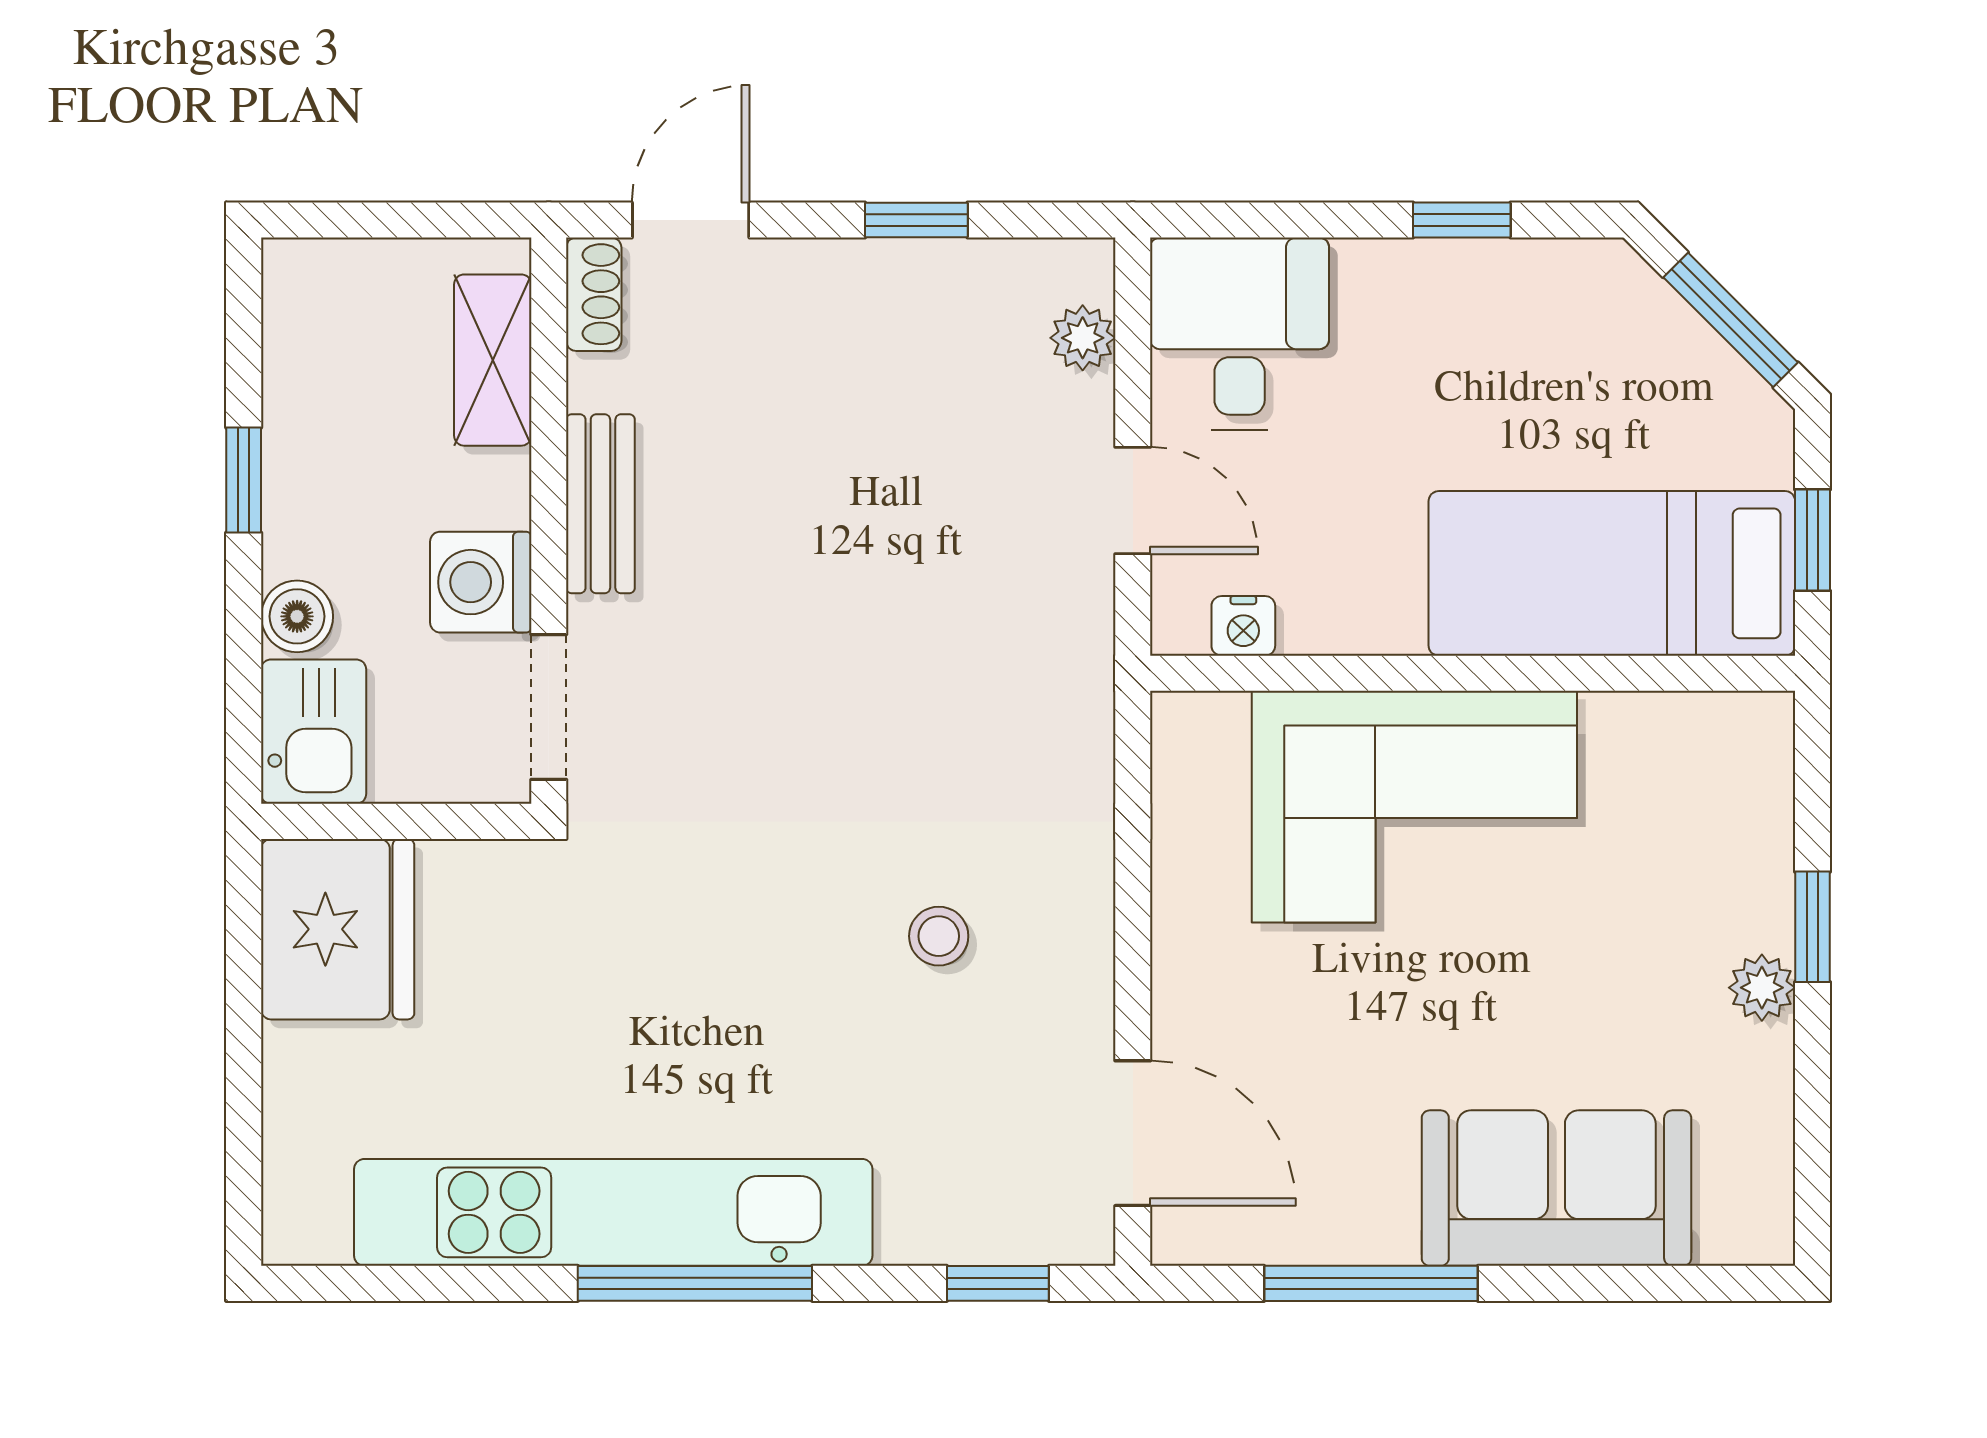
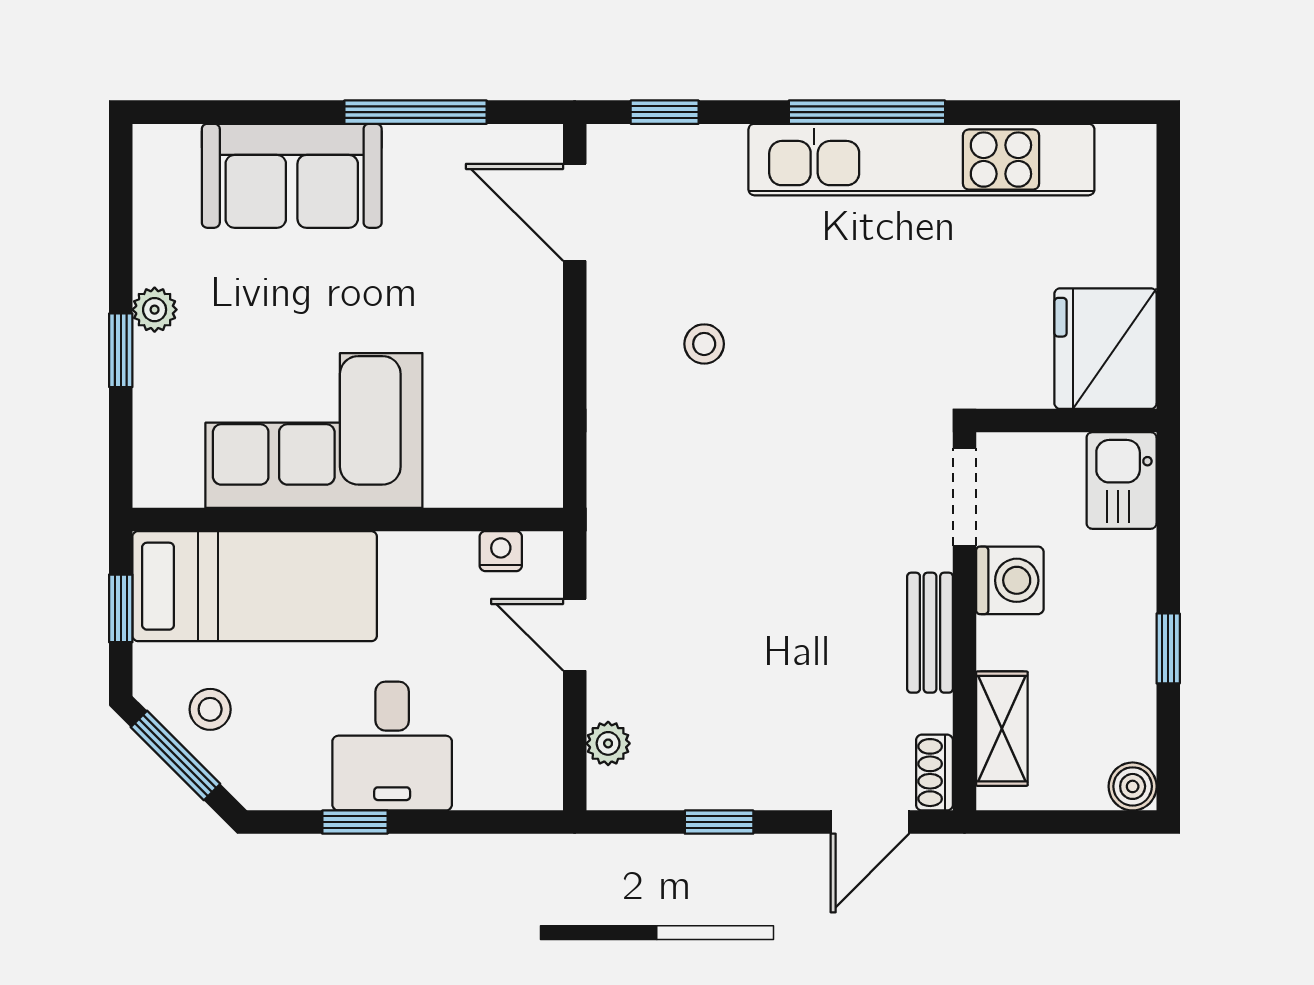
desk: (1240, 334) -> (392, 746), moved
stool: (1679, 389) -> (210, 709), added
boiler: (297, 616) -> (1133, 786), moved
corner sofa: (1414, 807) -> (314, 430), moved

